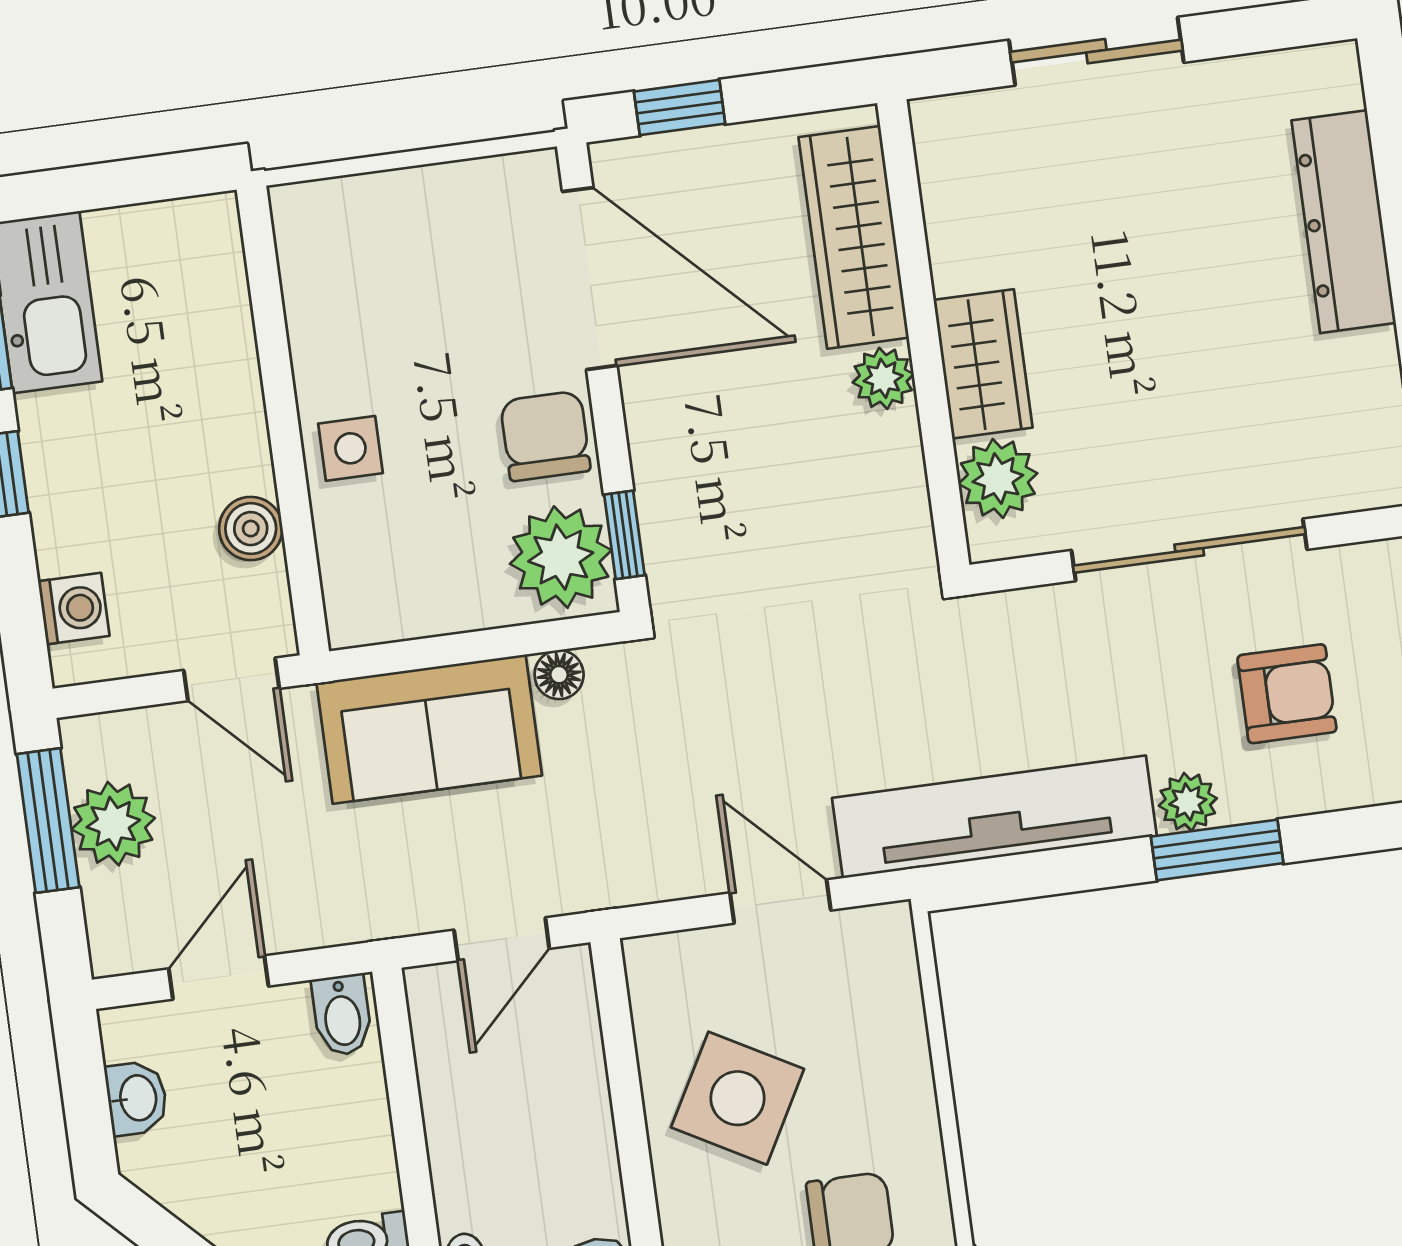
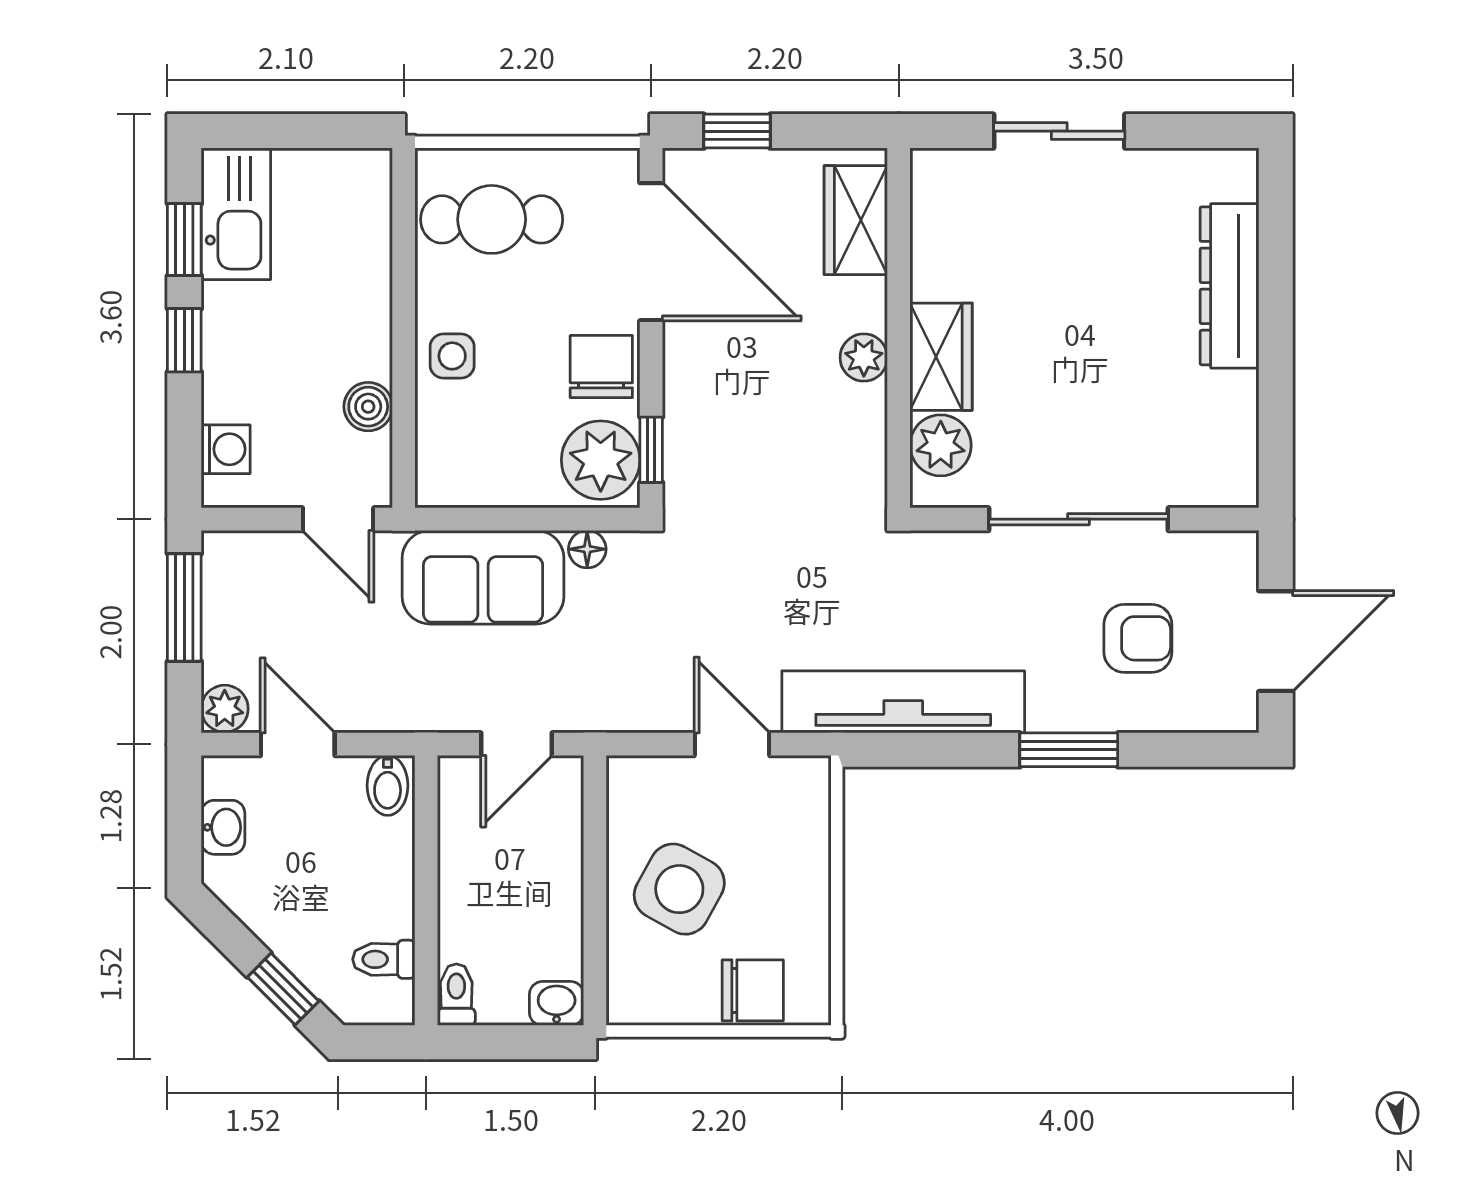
wardrobe: (854, 237) -> (856, 220), width x0.67
cafe table: (378, 265) -> (492, 219), added
plant: (1188, 802) -> (1052, 710), removed
plant: (113, 824) -> (225, 709), moved, width x0.73, depth x0.73
door: (219, 978) -> (298, 744), hinge flipped

